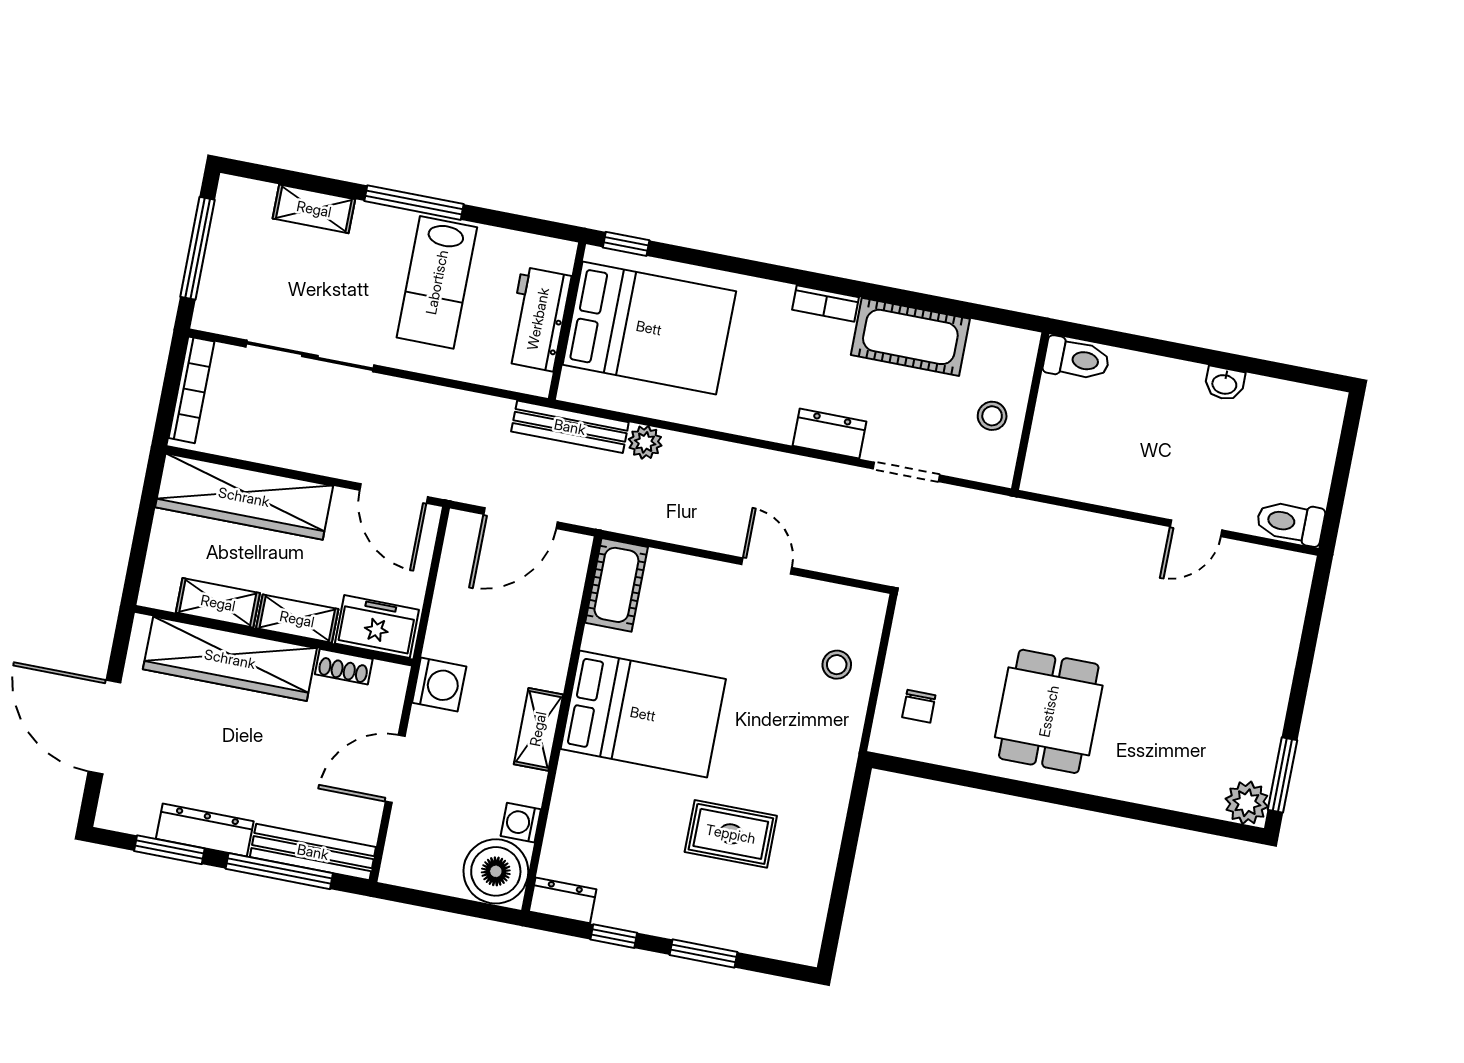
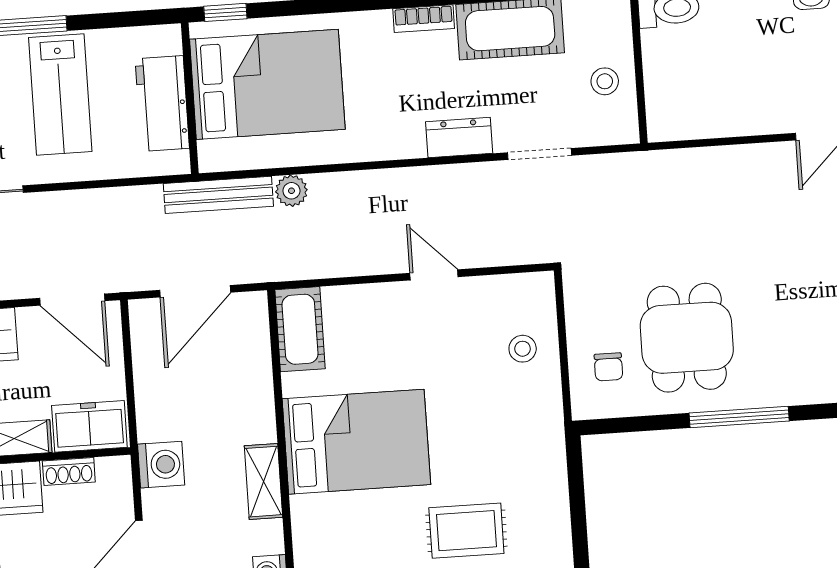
dining table: (1049, 711) -> (687, 338), moved
window: (1038, 792) -> (739, 417), added

